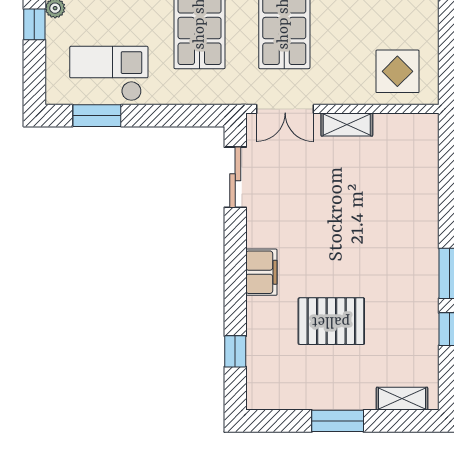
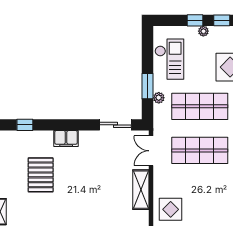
plant: (183, 94) -> (159, 98), added
window: (97, 116) -> (147, 86), moved
shelving: (347, 125) -> (141, 190), width x1.50, depth x1.33

